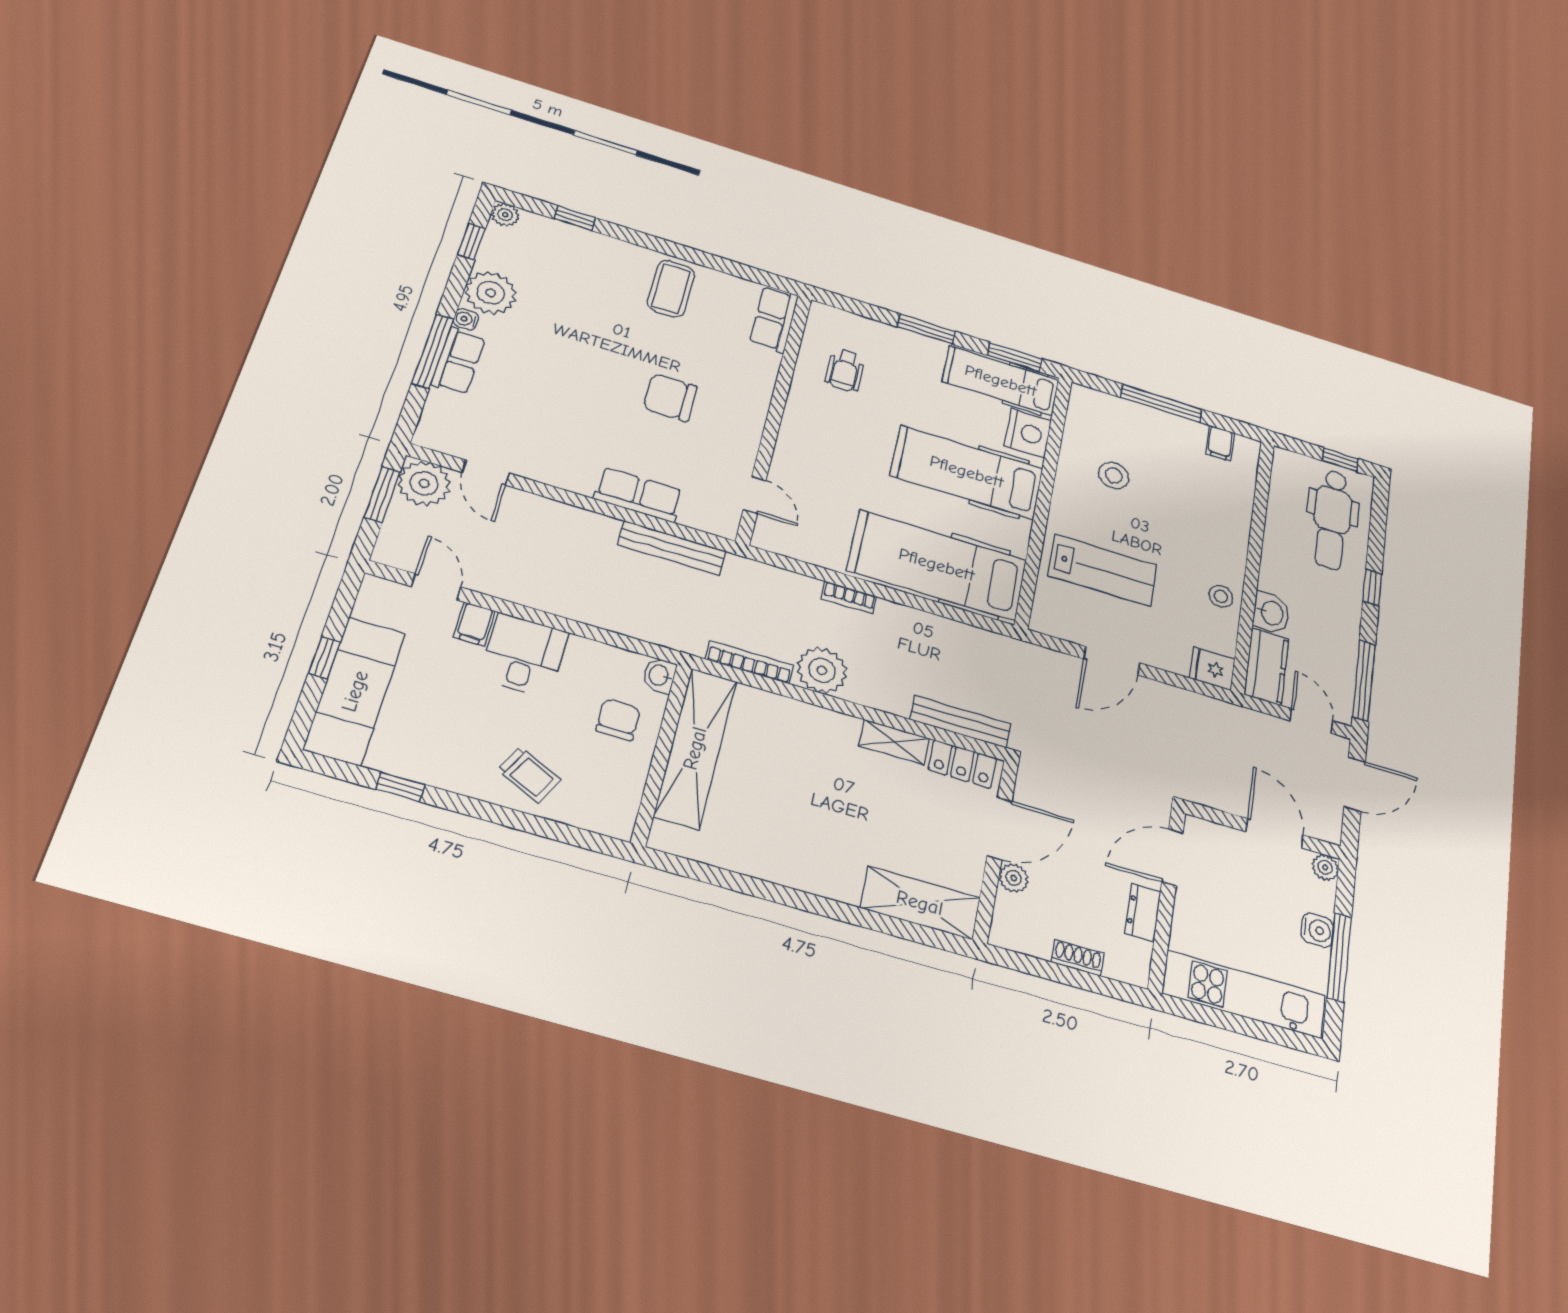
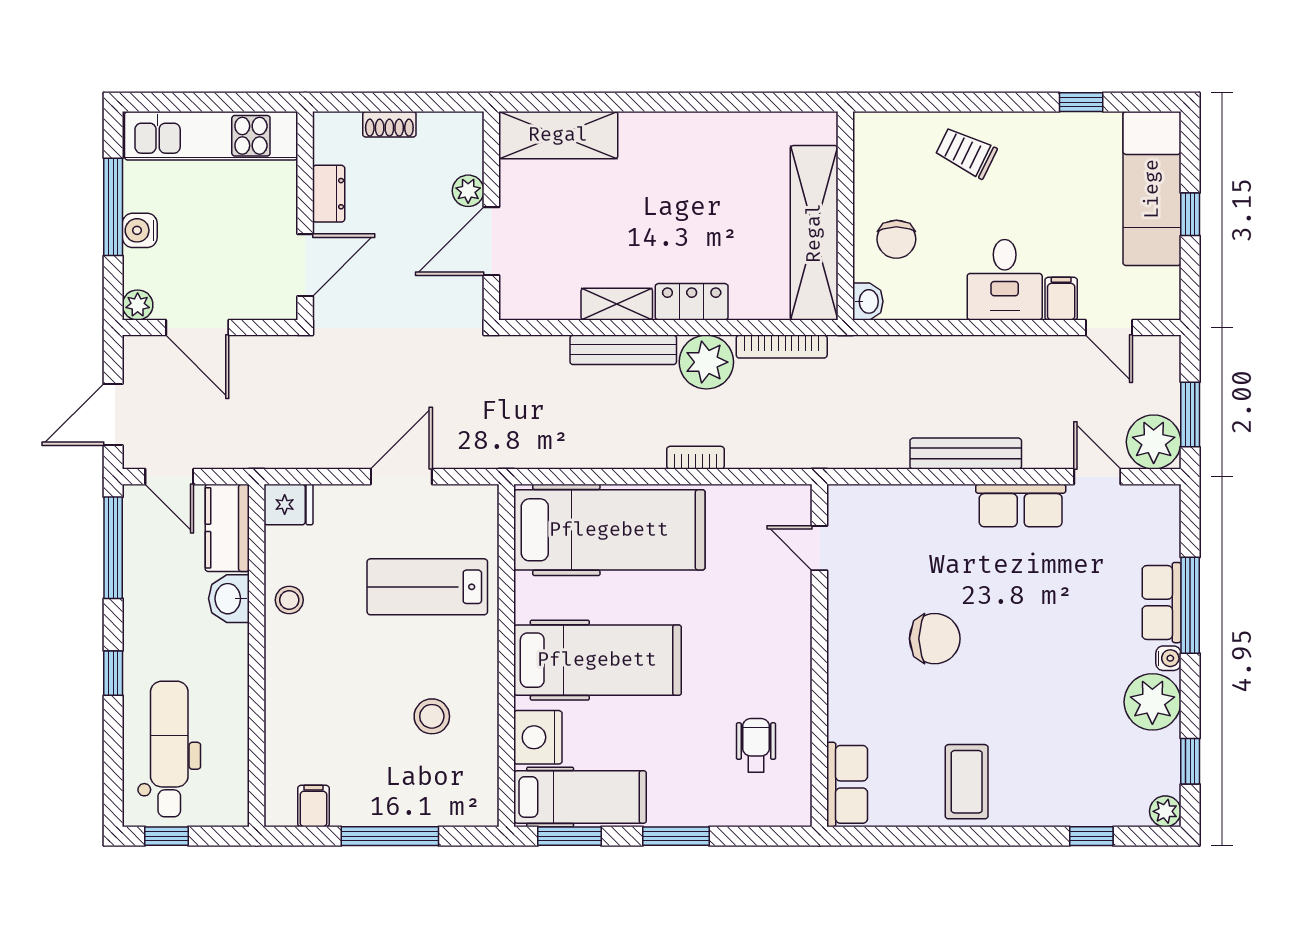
row of seats: (639, 495) -> (1021, 506), moved
bench: (672, 548) -> (966, 454), moved
bench: (961, 722) -> (623, 350), moved
locker: (962, 764) -> (692, 302), moved

